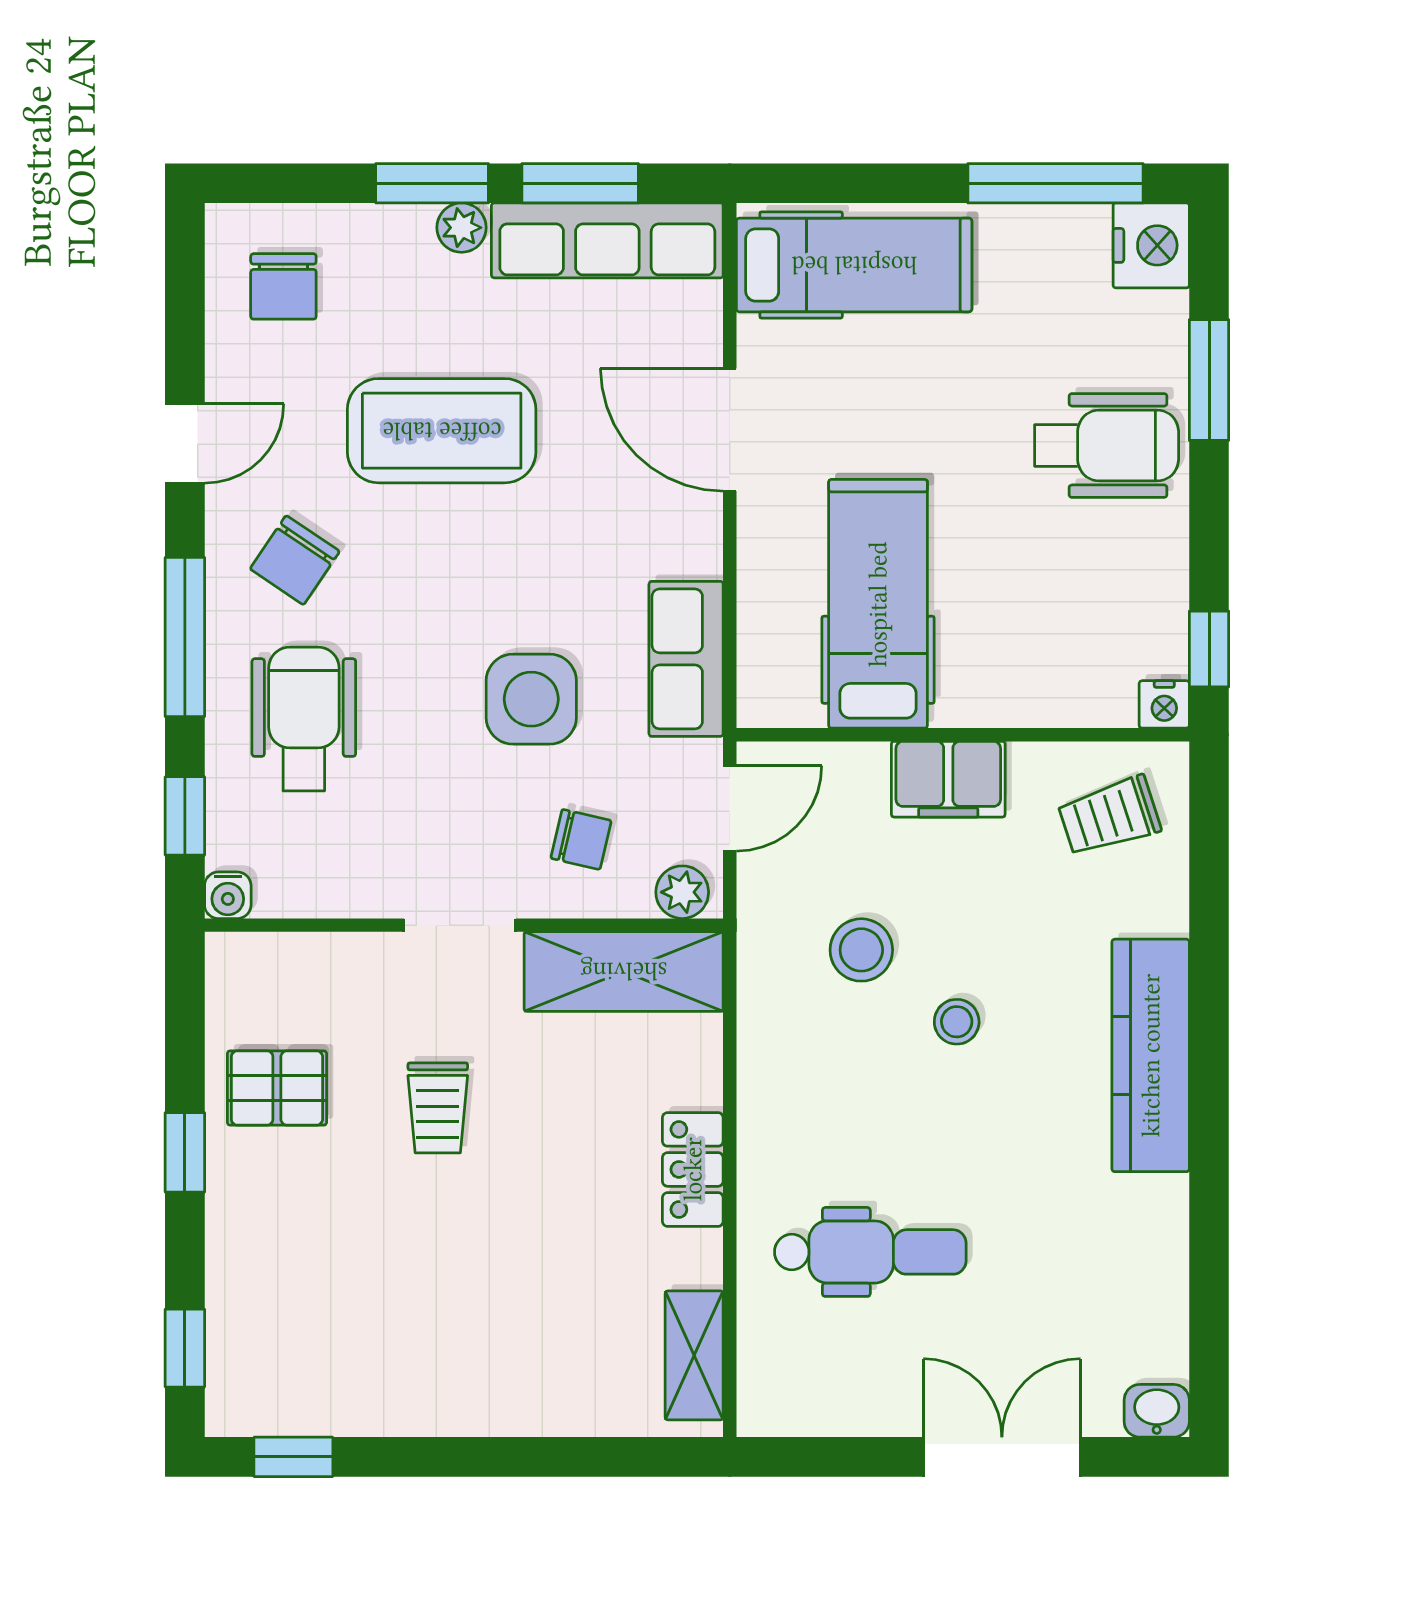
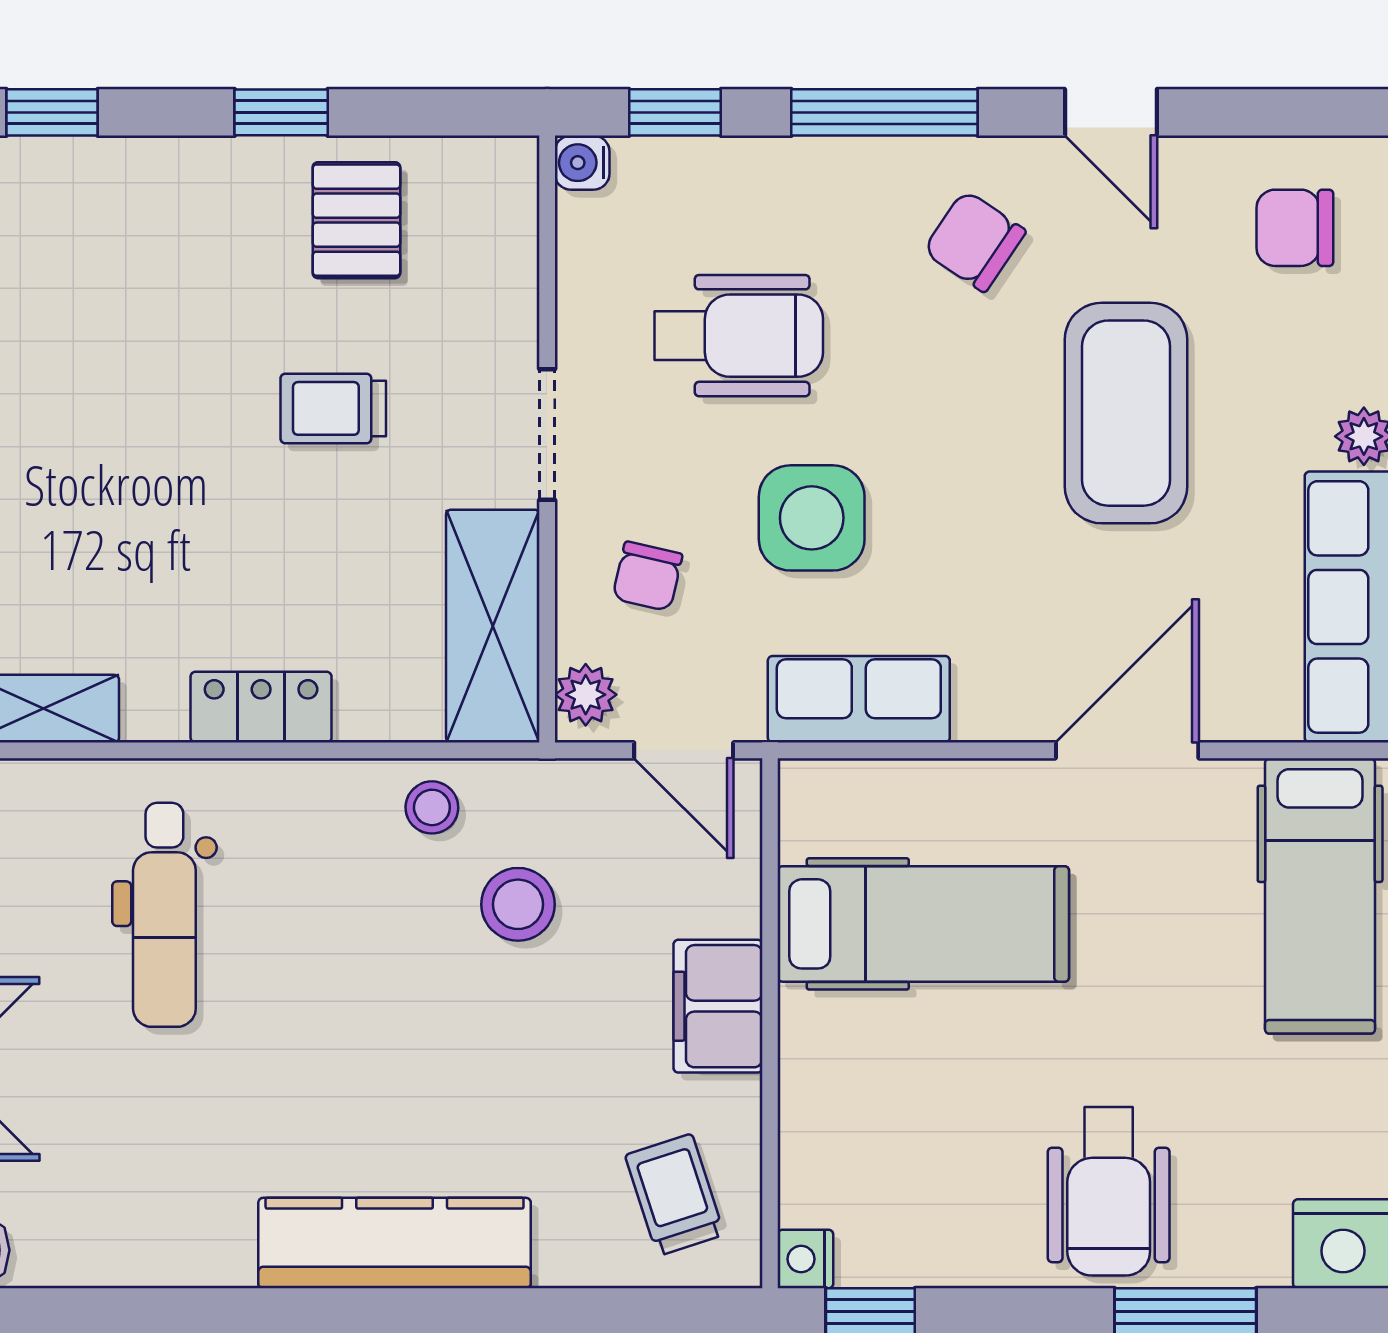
wheelchair: (304, 719) -> (739, 336), moved
stool: (957, 1022) -> (432, 807), moved

